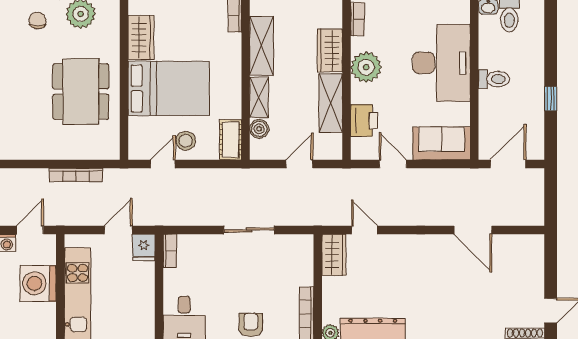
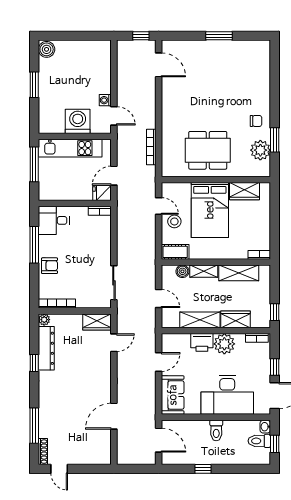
printer: (364, 120) -> (202, 342), moved
door: (118, 230) -> (114, 176), swing flipped
sliding door: (249, 230) -> (114, 283), moved

